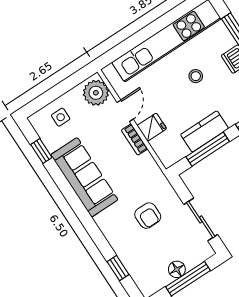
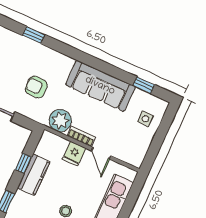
plant: (96, 93) -> (60, 121), moved
window: (208, 149) -> (23, 163), width x0.46

